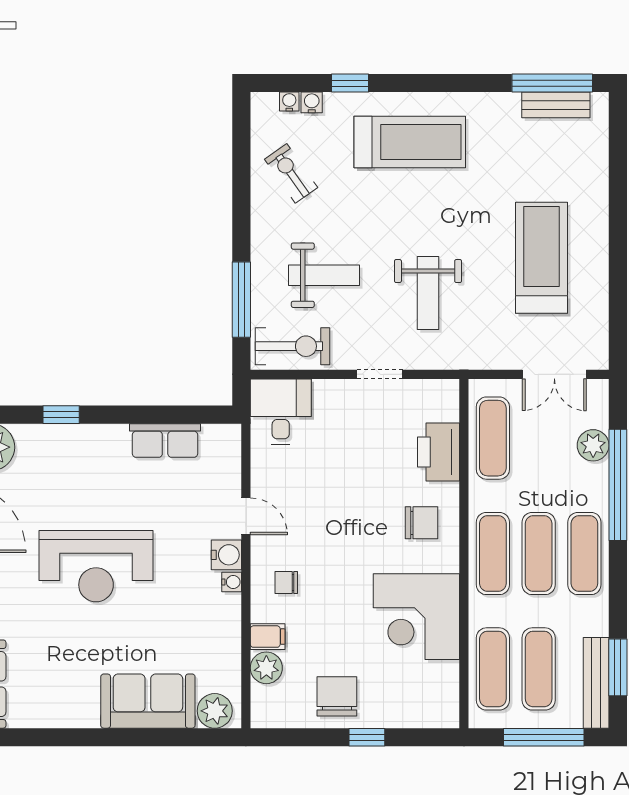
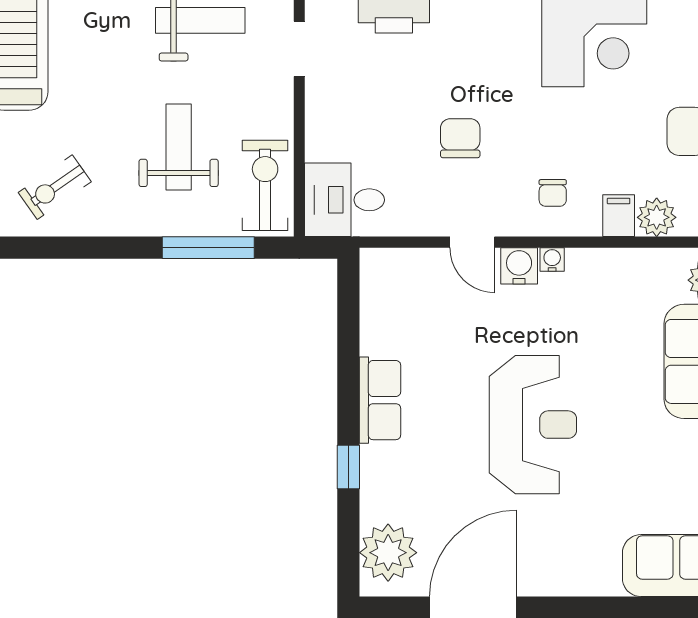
doorway: (380, 374) -> (299, 49), moved
row of seats: (165, 441) -> (380, 400), moved
door: (246, 516) -> (472, 242), swing flipped
chair: (421, 523) -> (460, 138), moved

